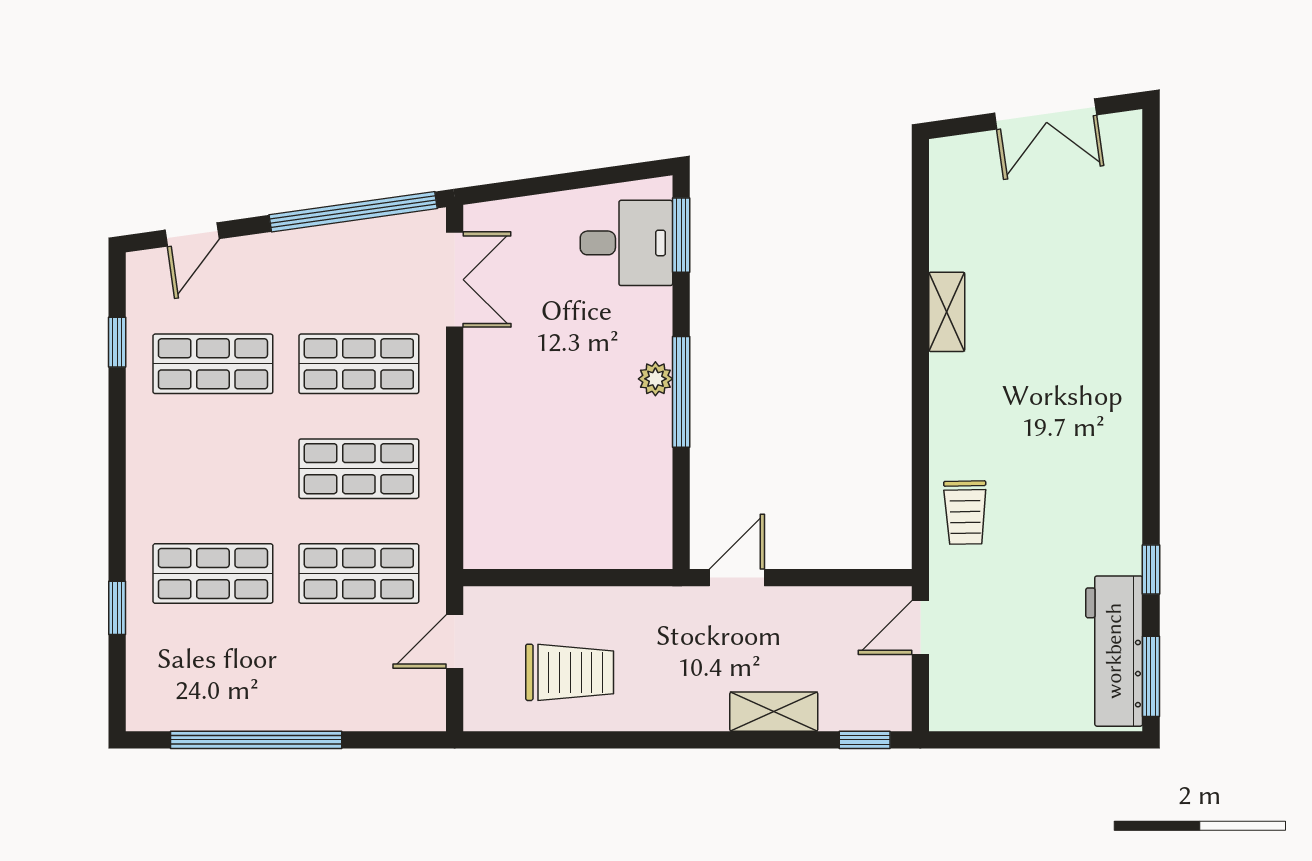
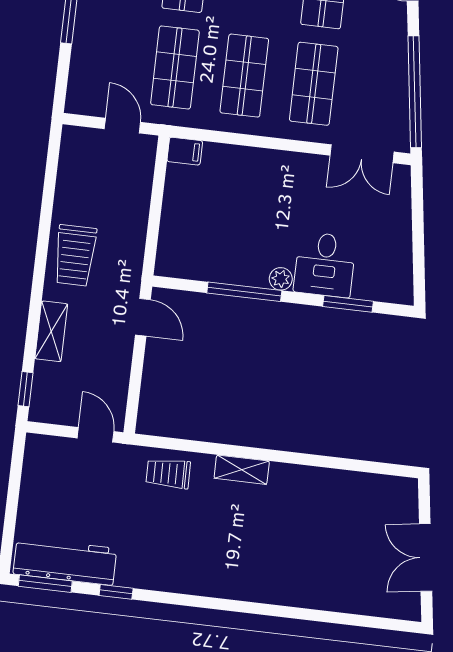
window: (681, 235) -> (348, 304), moved
desk: (626, 243) -> (325, 265), moved
shelving: (947, 312) -> (242, 470), moved
window: (681, 392) -> (244, 292), moved
filing cabinet: (482, 544) -> (185, 151), added
trolley: (570, 672) -> (75, 255), moved

